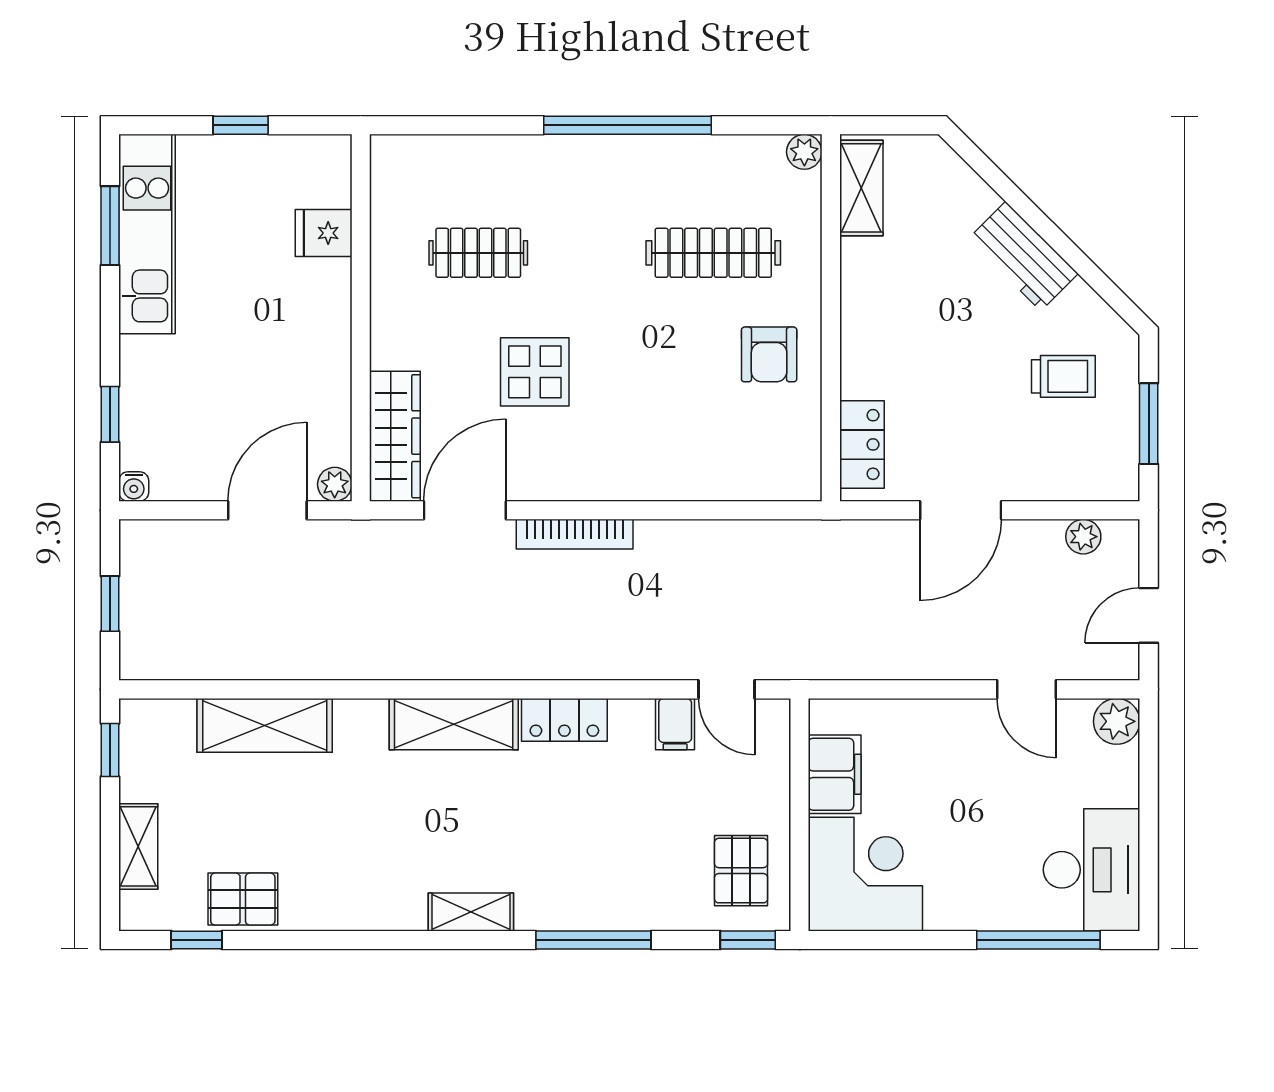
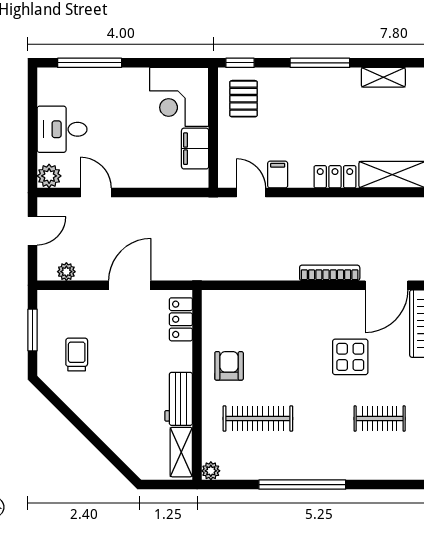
workbench: (1023, 256) -> (179, 399), moved, turned -135
trolley: (1063, 376) -> (77, 355), turned 90
desk: (1092, 870) -> (62, 129), moved, width x0.73

